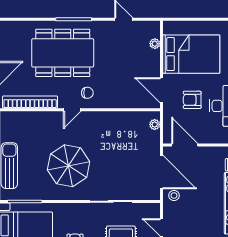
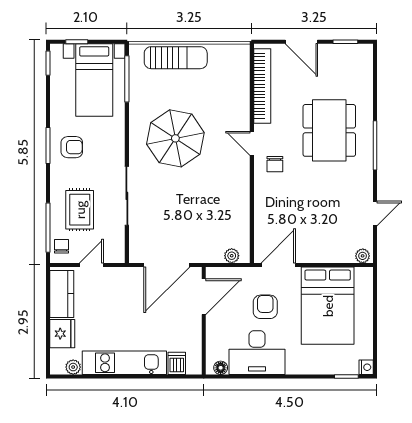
plant: (155, 44) -> (363, 256), moved
dining table: (63, 53) -> (329, 130), width x0.73, depth x0.80
stool: (174, 196) -> (135, 282), removed

